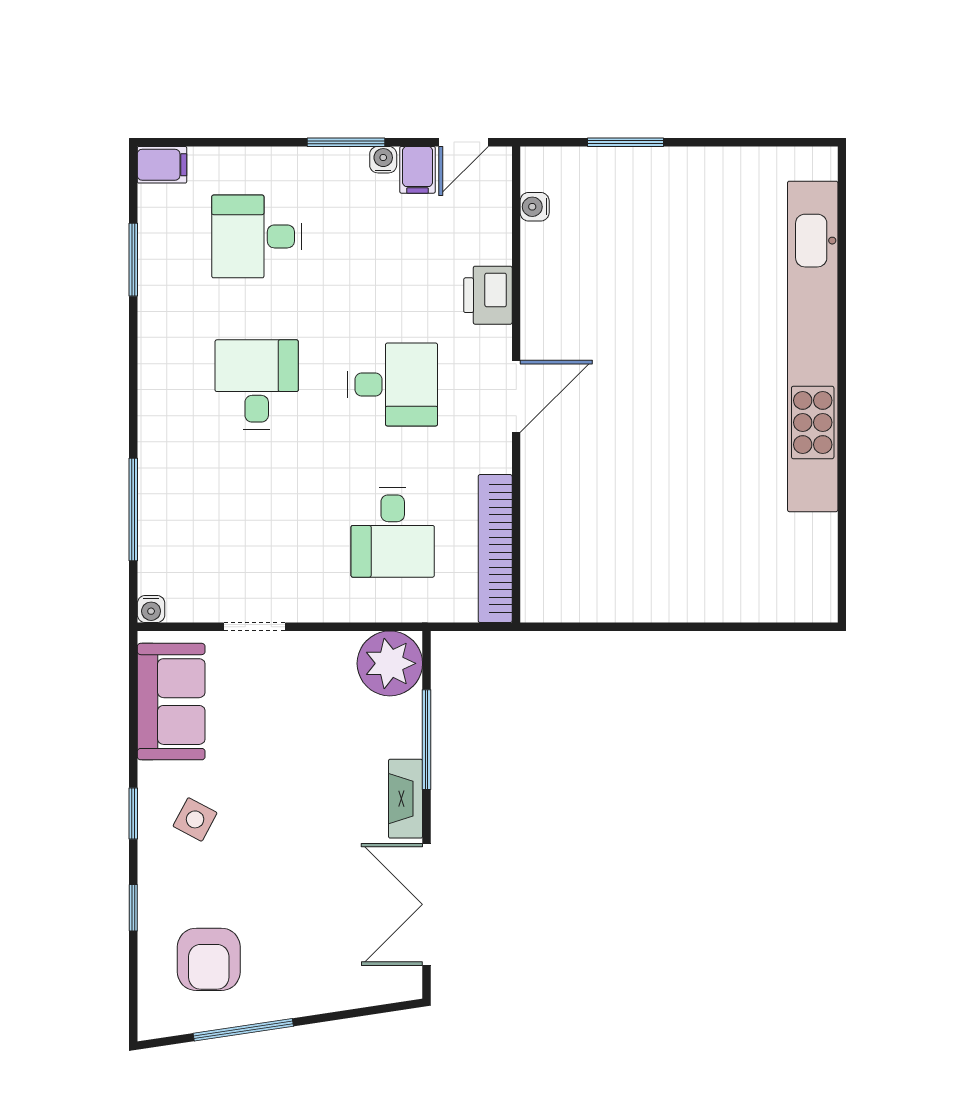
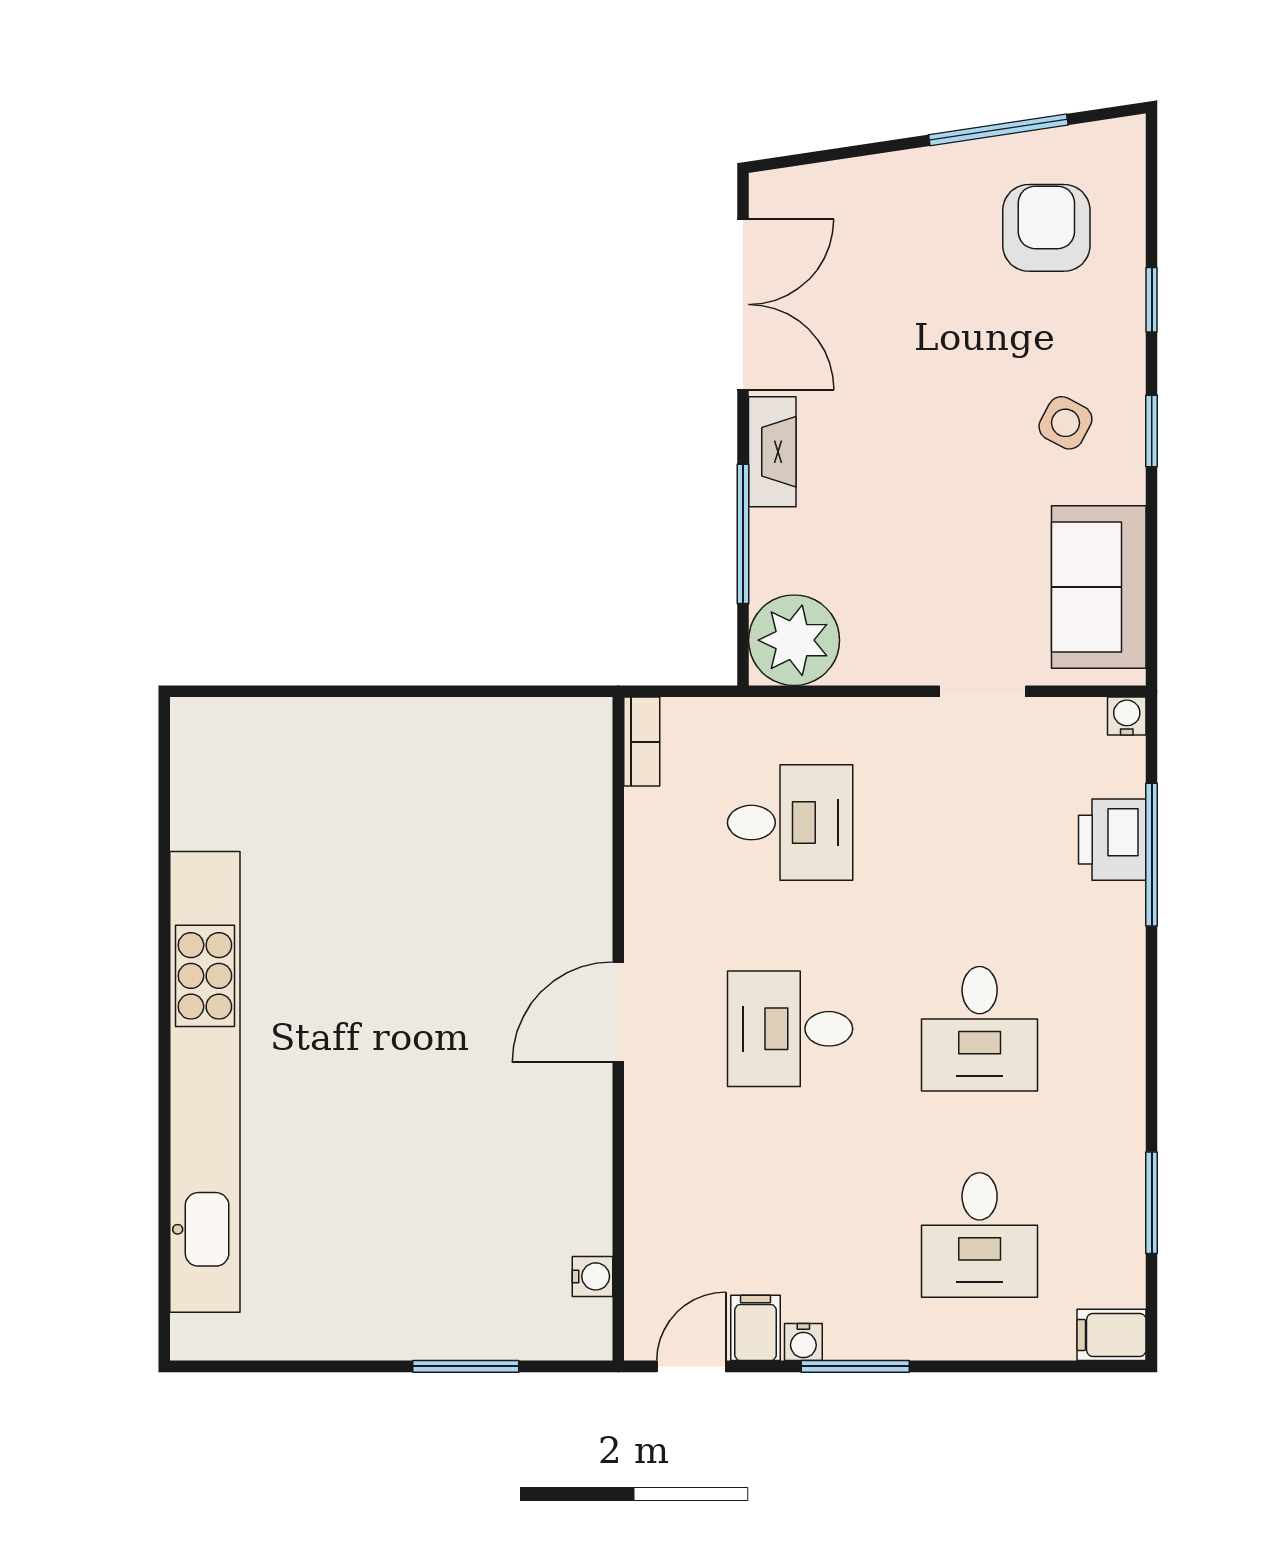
desk: (257, 236) -> (980, 1235), turned 90
printer: (488, 295) -> (1112, 840), moved, turned 180
desk: (393, 533) -> (790, 823), turned 90
bookcase: (495, 549) -> (642, 742), width x0.43, depth x0.76

